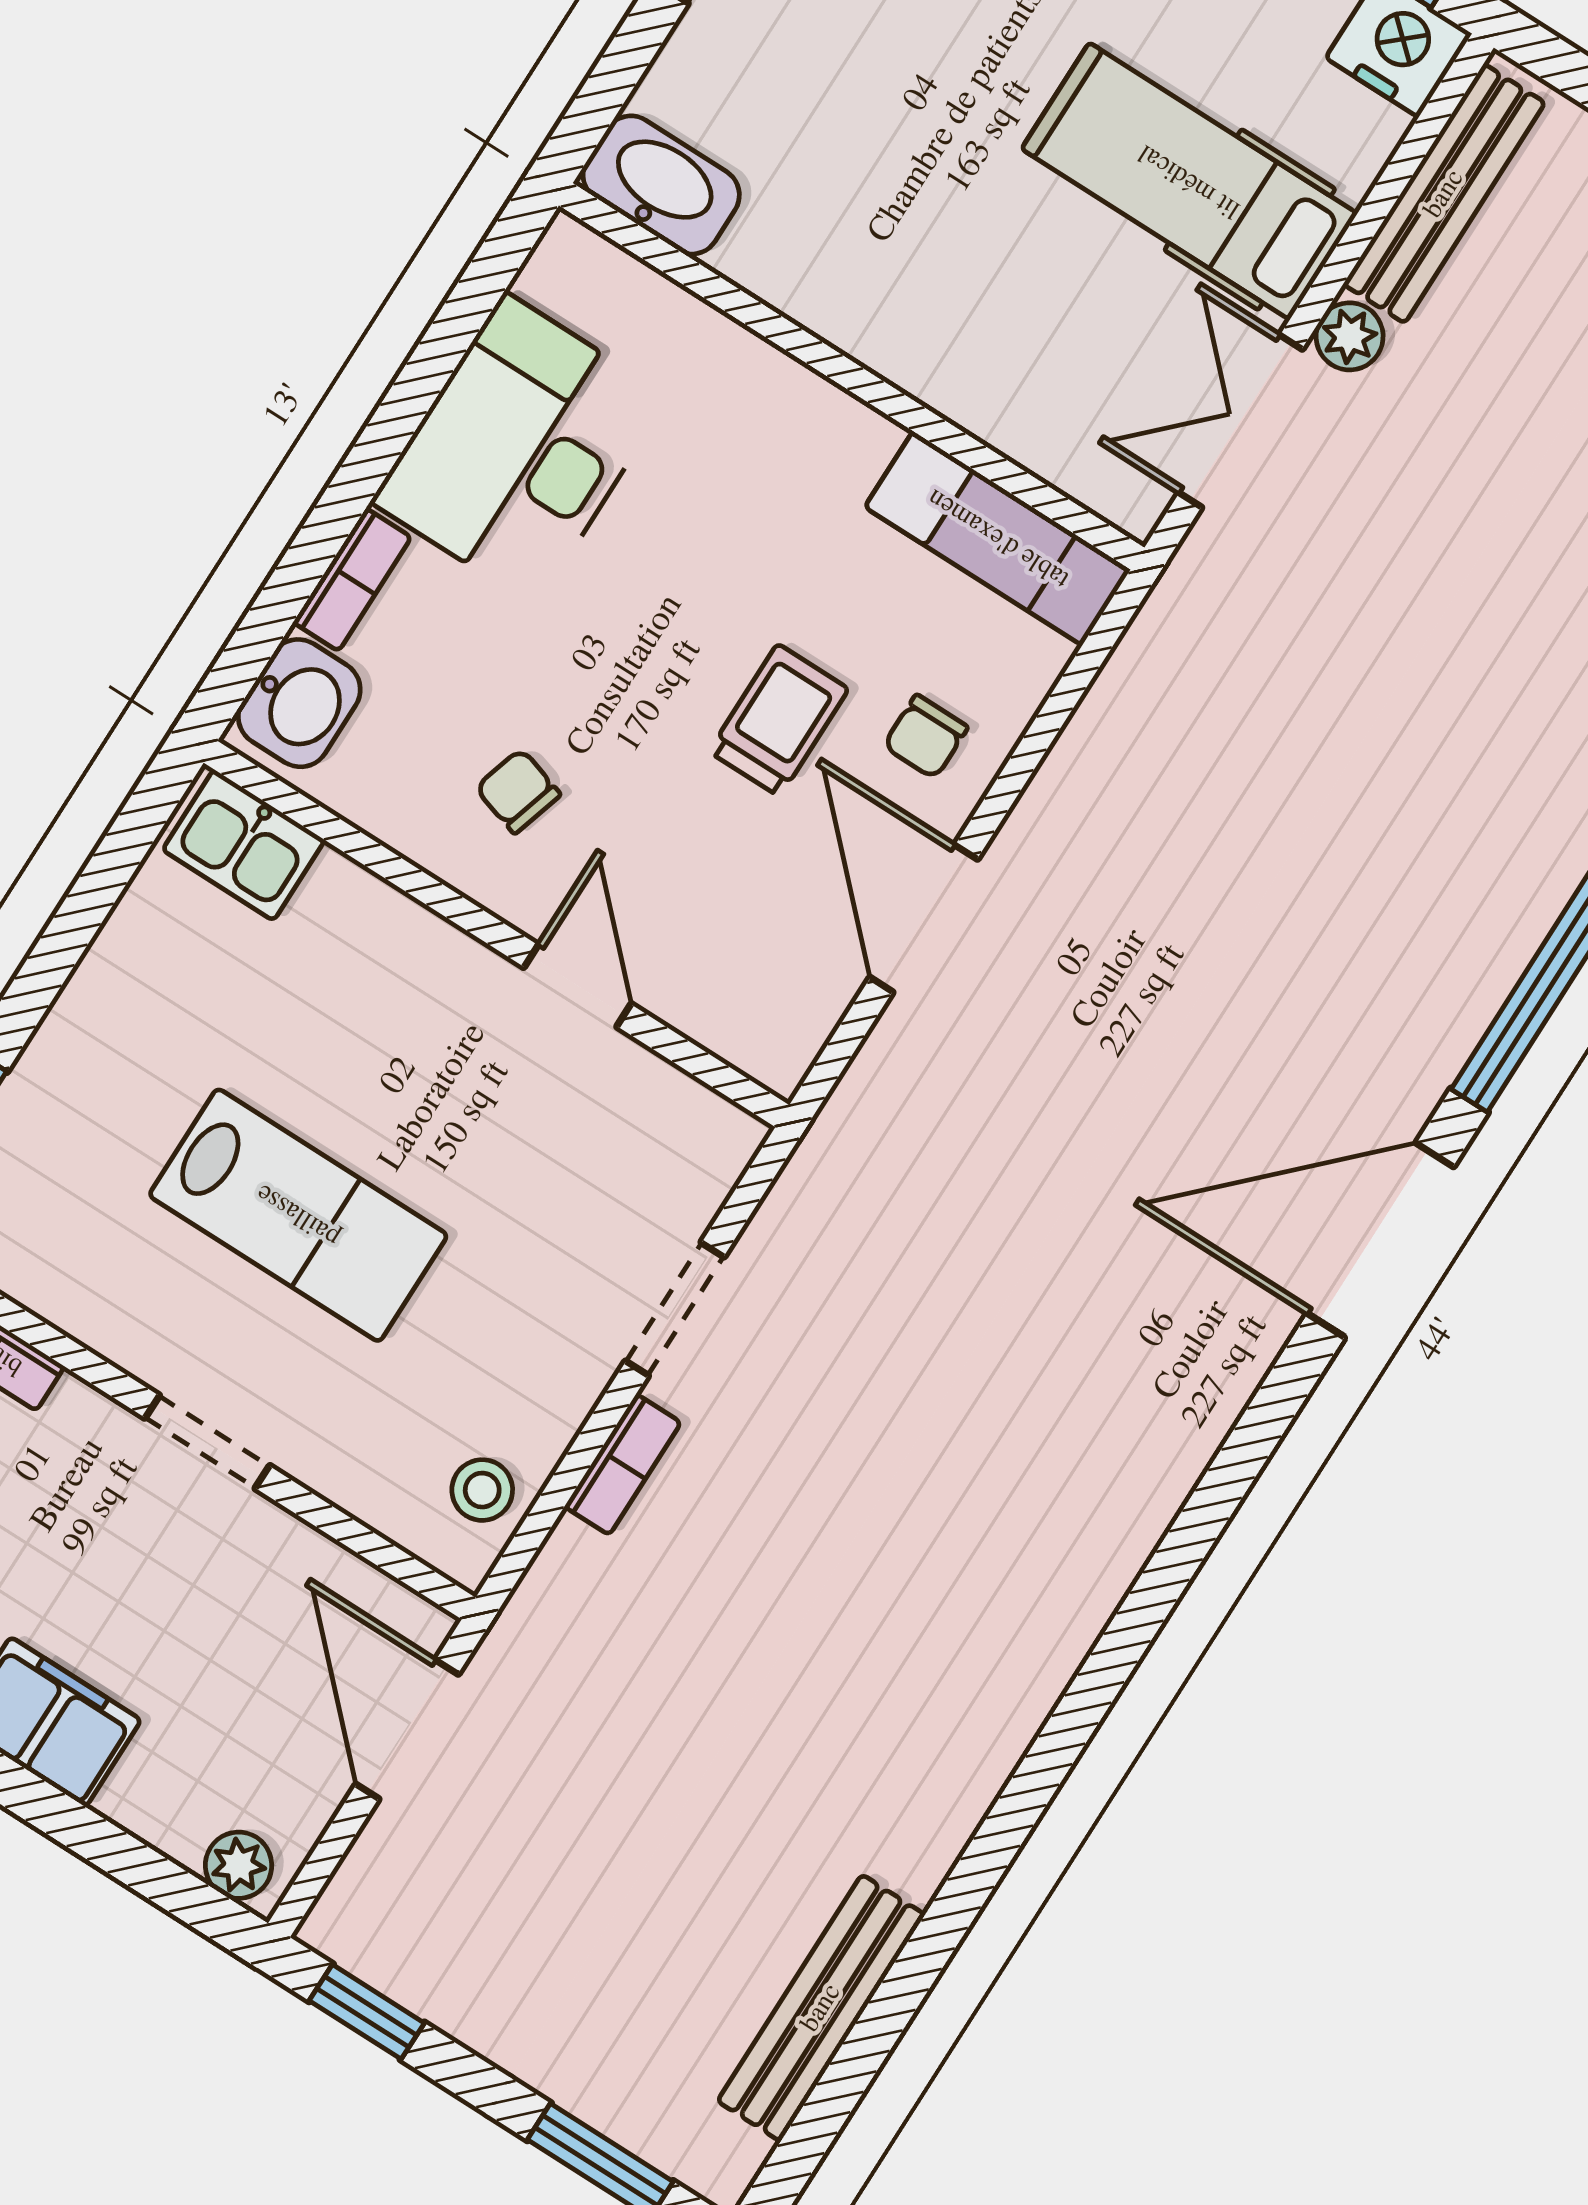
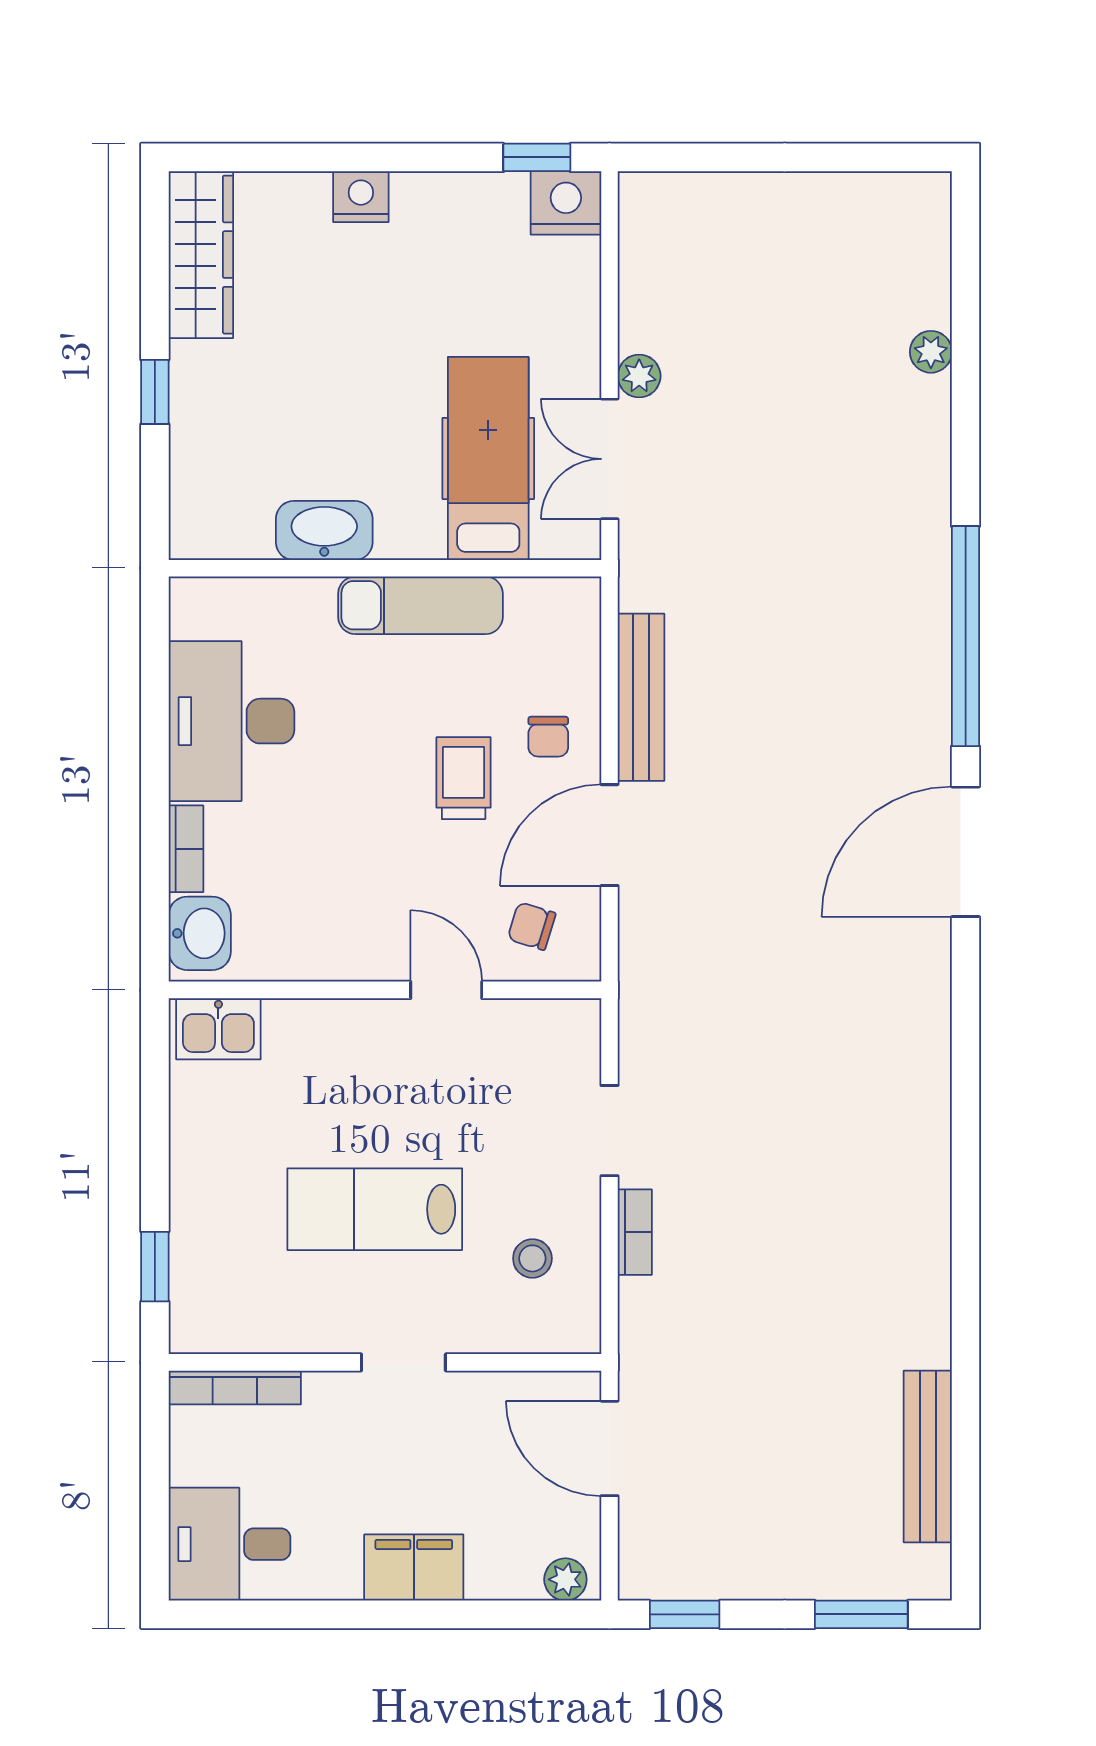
hospital bed: (1189, 181) -> (488, 458), moved, turned 90
washbasin: (661, 185) -> (324, 530), moved
bench: (1444, 194) -> (641, 697), moved
exam couch: (998, 538) -> (420, 605), moved
chair: (518, 791) -> (532, 926), moved
door: (924, 918) -> (610, 835), hinge flipped
lab bench: (298, 1215) -> (375, 1209), turned 180
stool: (482, 1490) -> (532, 1258), moved

